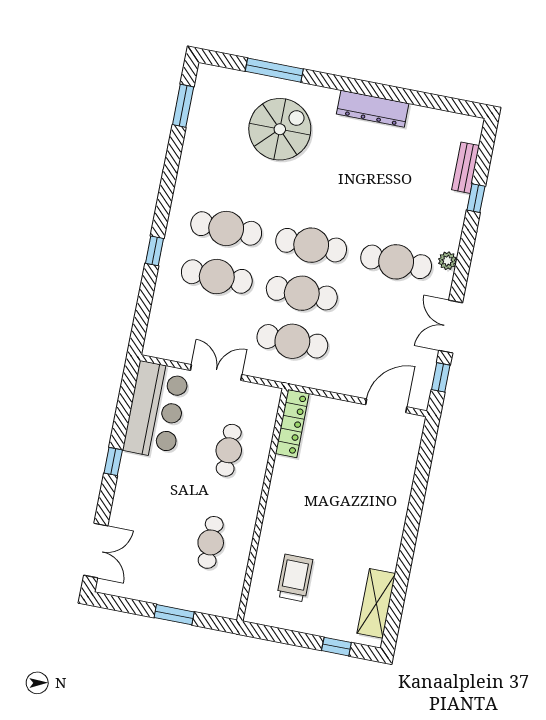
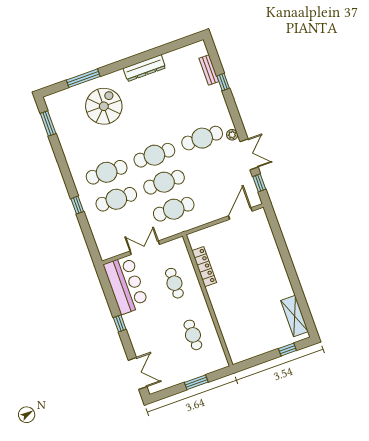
plant: (447, 261) -> (232, 135), moved
double door: (451, 327) -> (249, 154), swing flipped
locker: (292, 424) -> (204, 267), moved
trolley: (295, 578) -> (246, 328), removed

